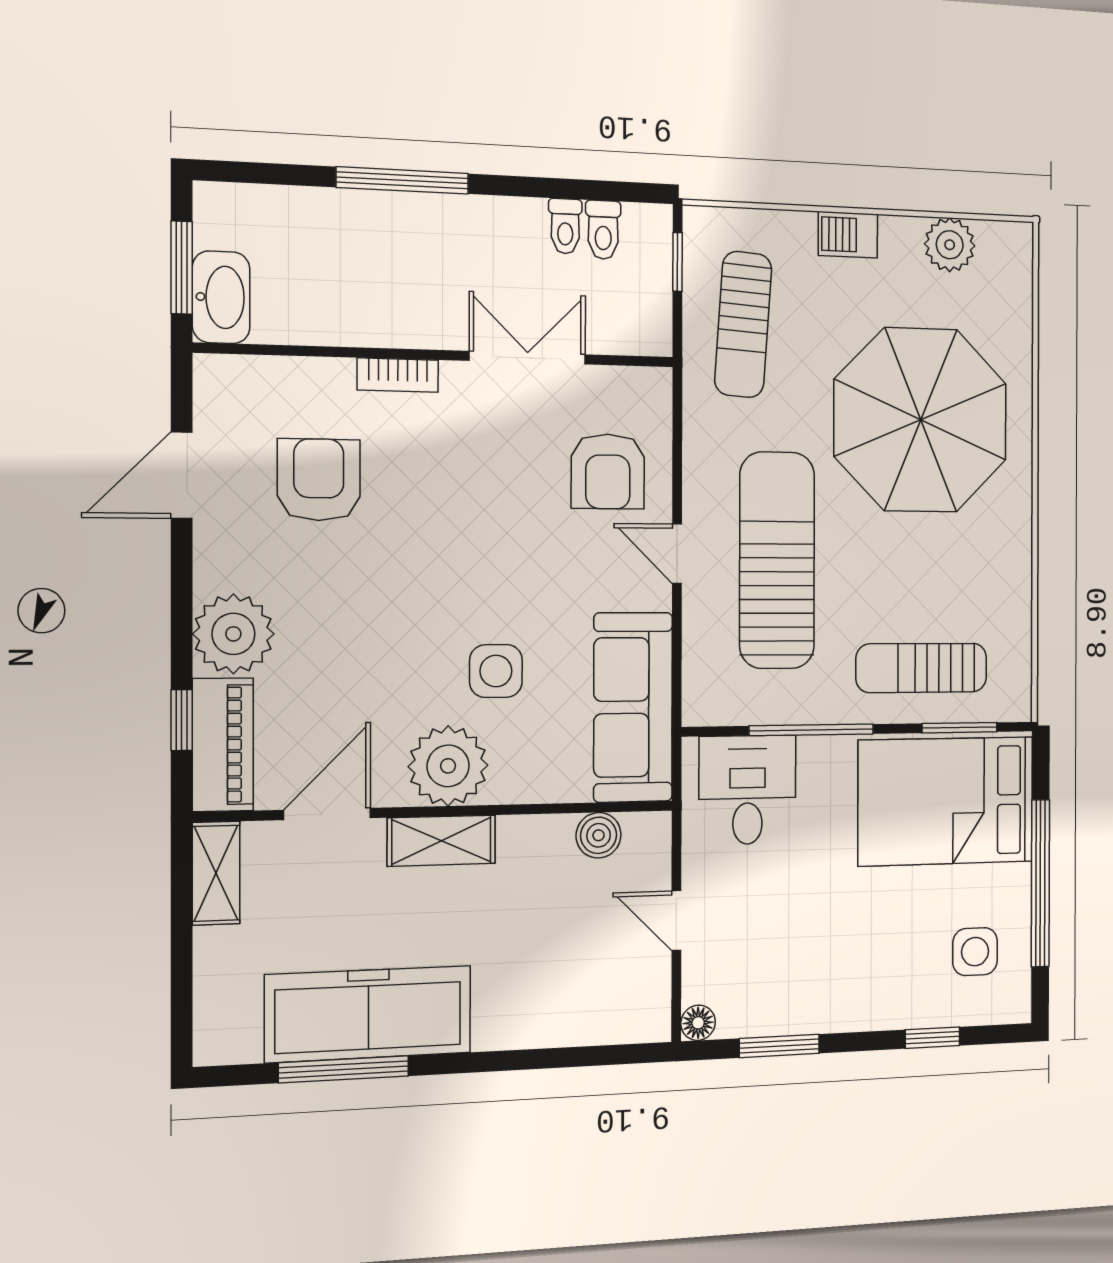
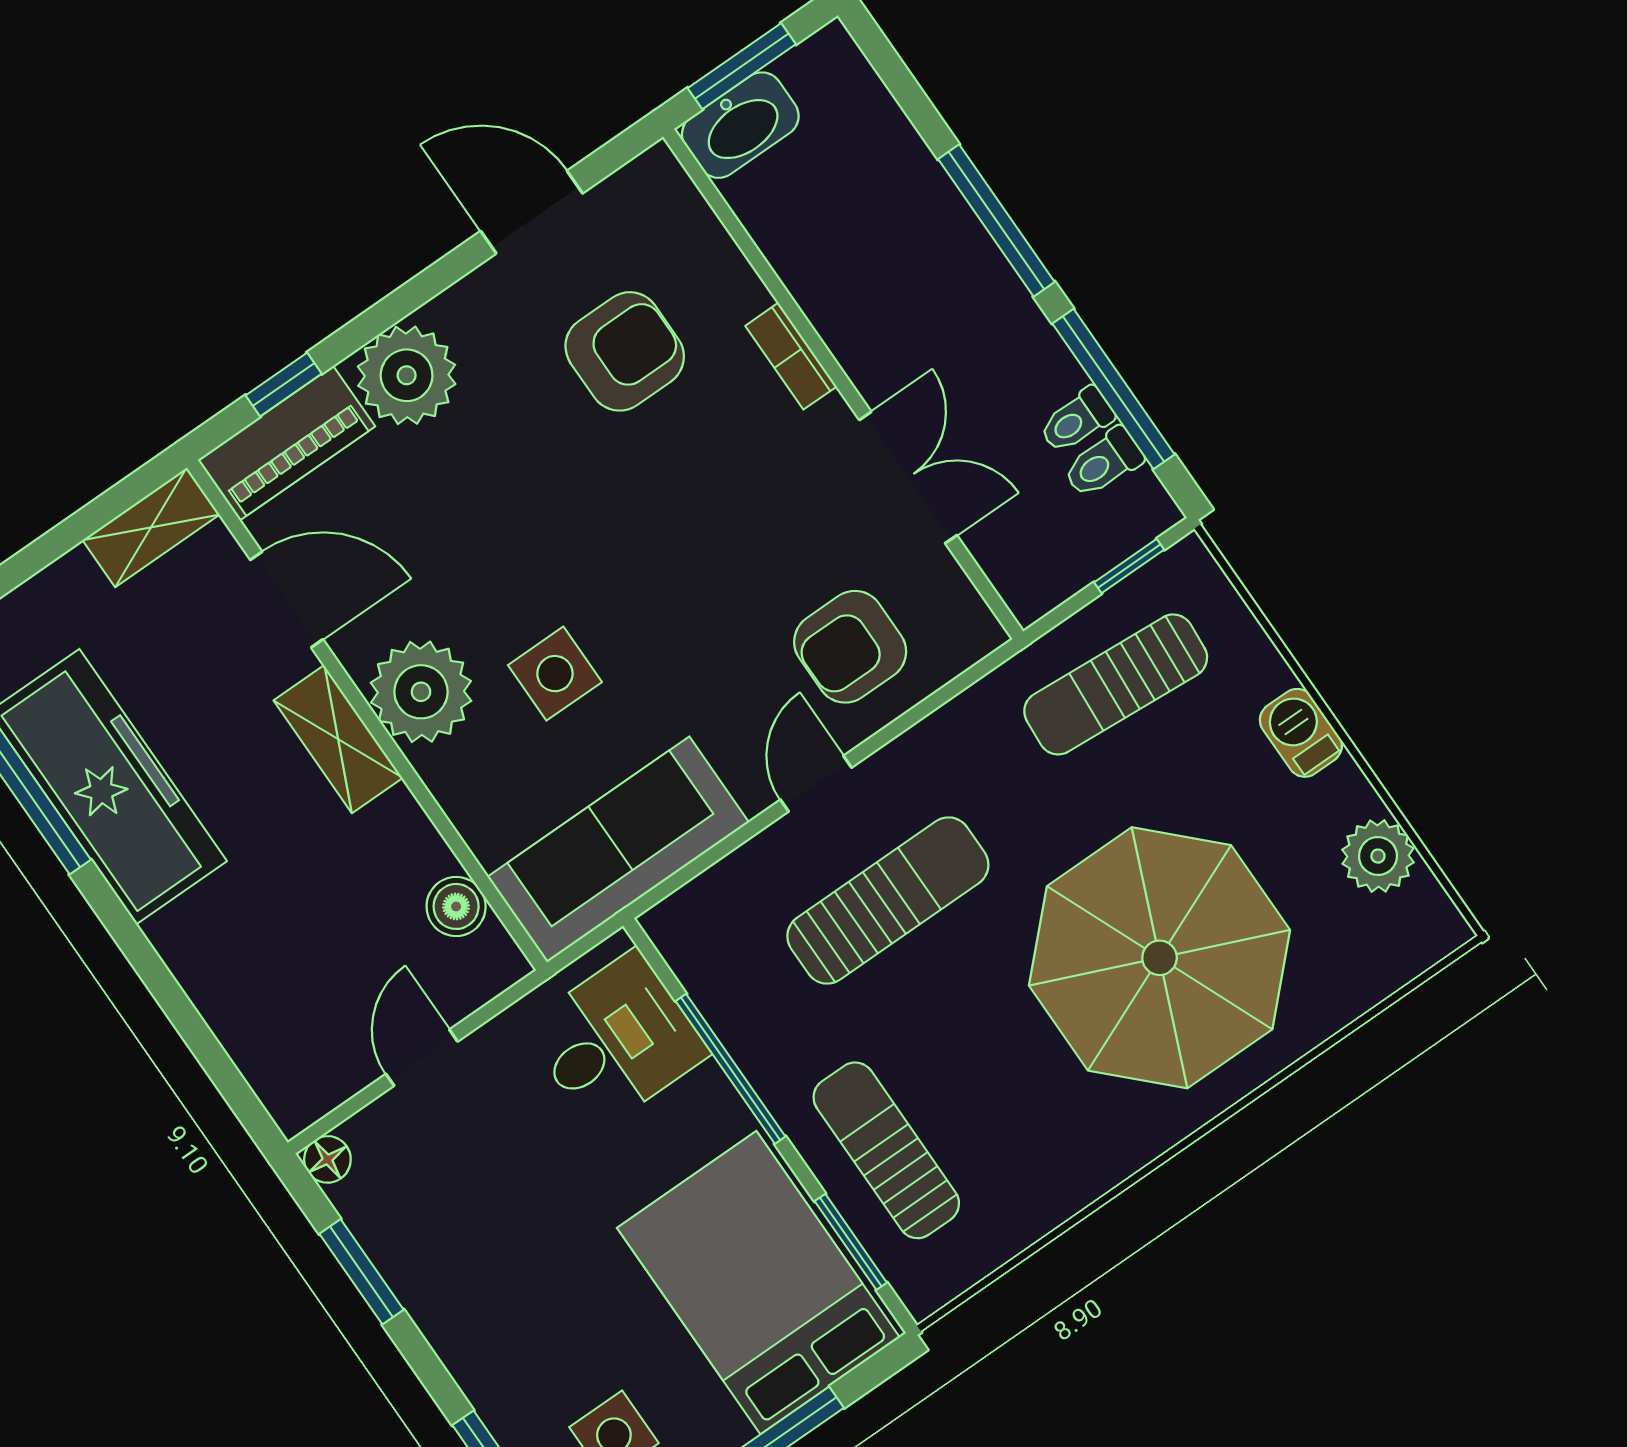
window: (562, 188) -> (1114, 389), added
sun lounger: (777, 560) -> (888, 901), width x0.73, depth x0.75

